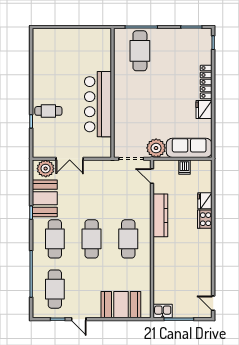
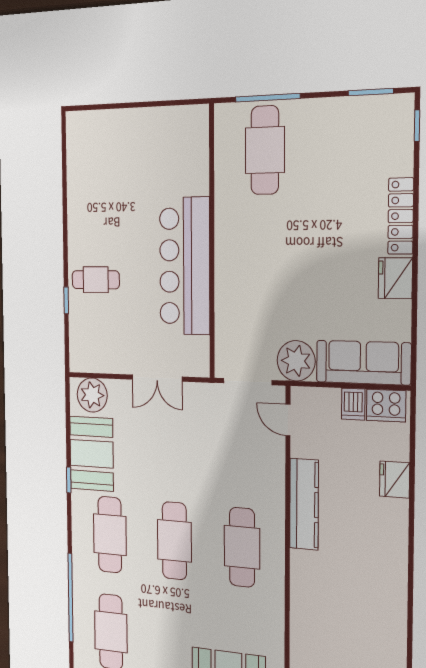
double door: (70, 159) -> (157, 378), moved
cooker: (205, 219) -> (386, 406), moved, turned -90

